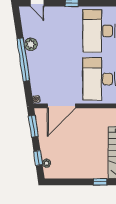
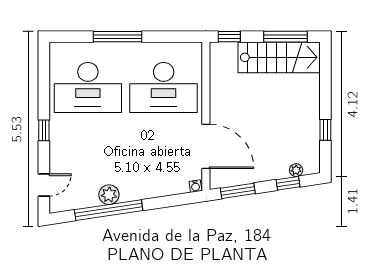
window: (23, 60) -> (109, 210), moved
window: (100, 182) -> (325, 130), moved

